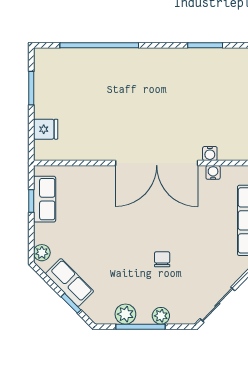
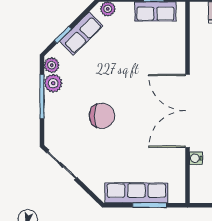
water cooler: (213, 172) -> (179, 161), removed
chair: (162, 259) -> (102, 116), width x1.87, depth x1.87
plant: (161, 316) -> (52, 65), moved

